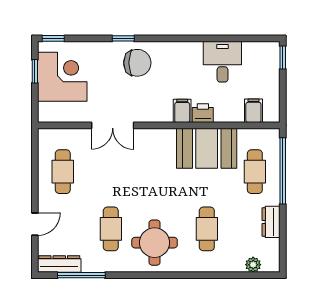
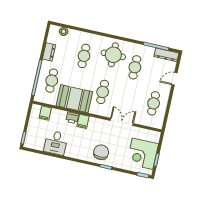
chair: (137, 63) -> (101, 152), turned 90
cafe table: (159, 172) -> (103, 92), added

